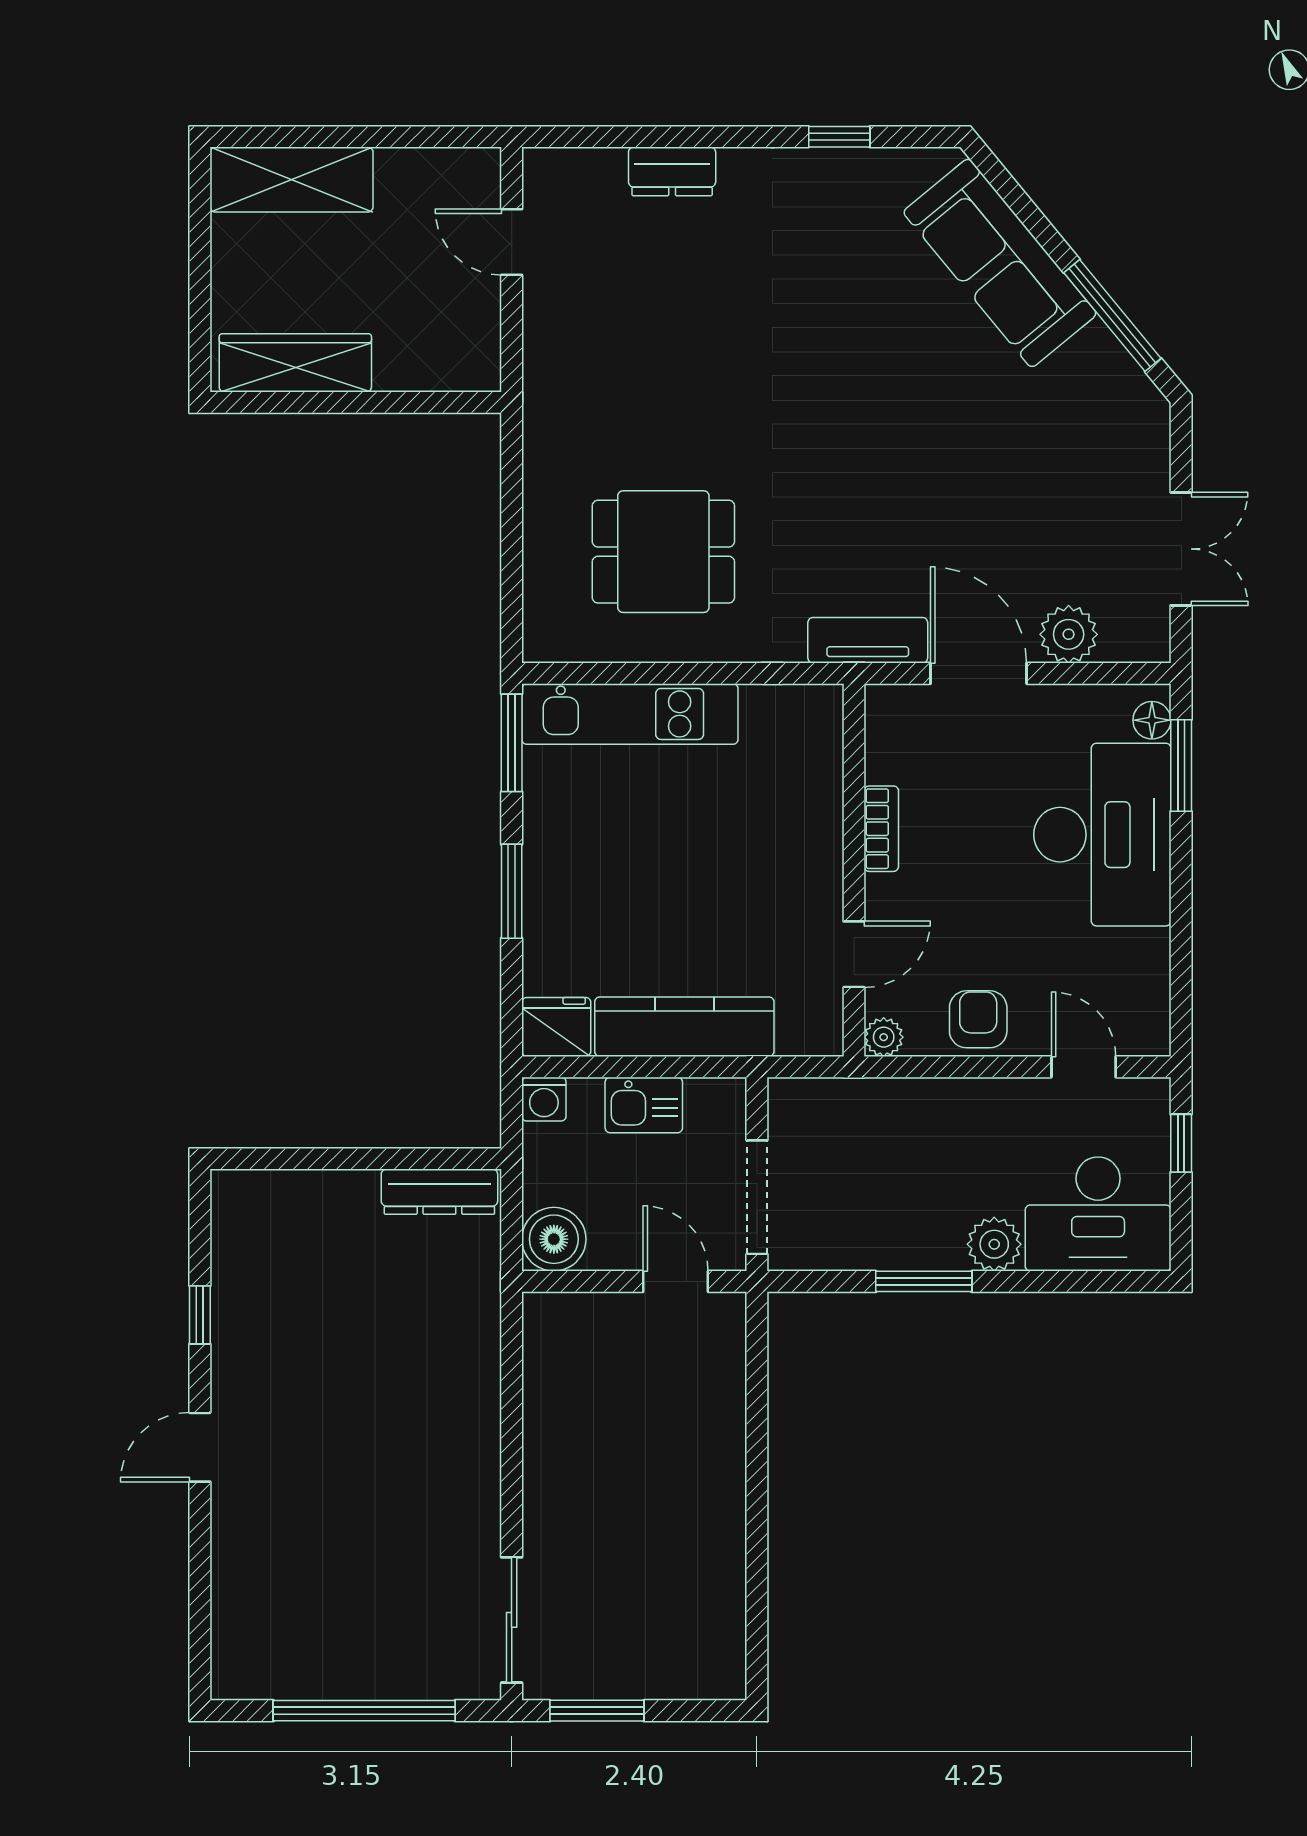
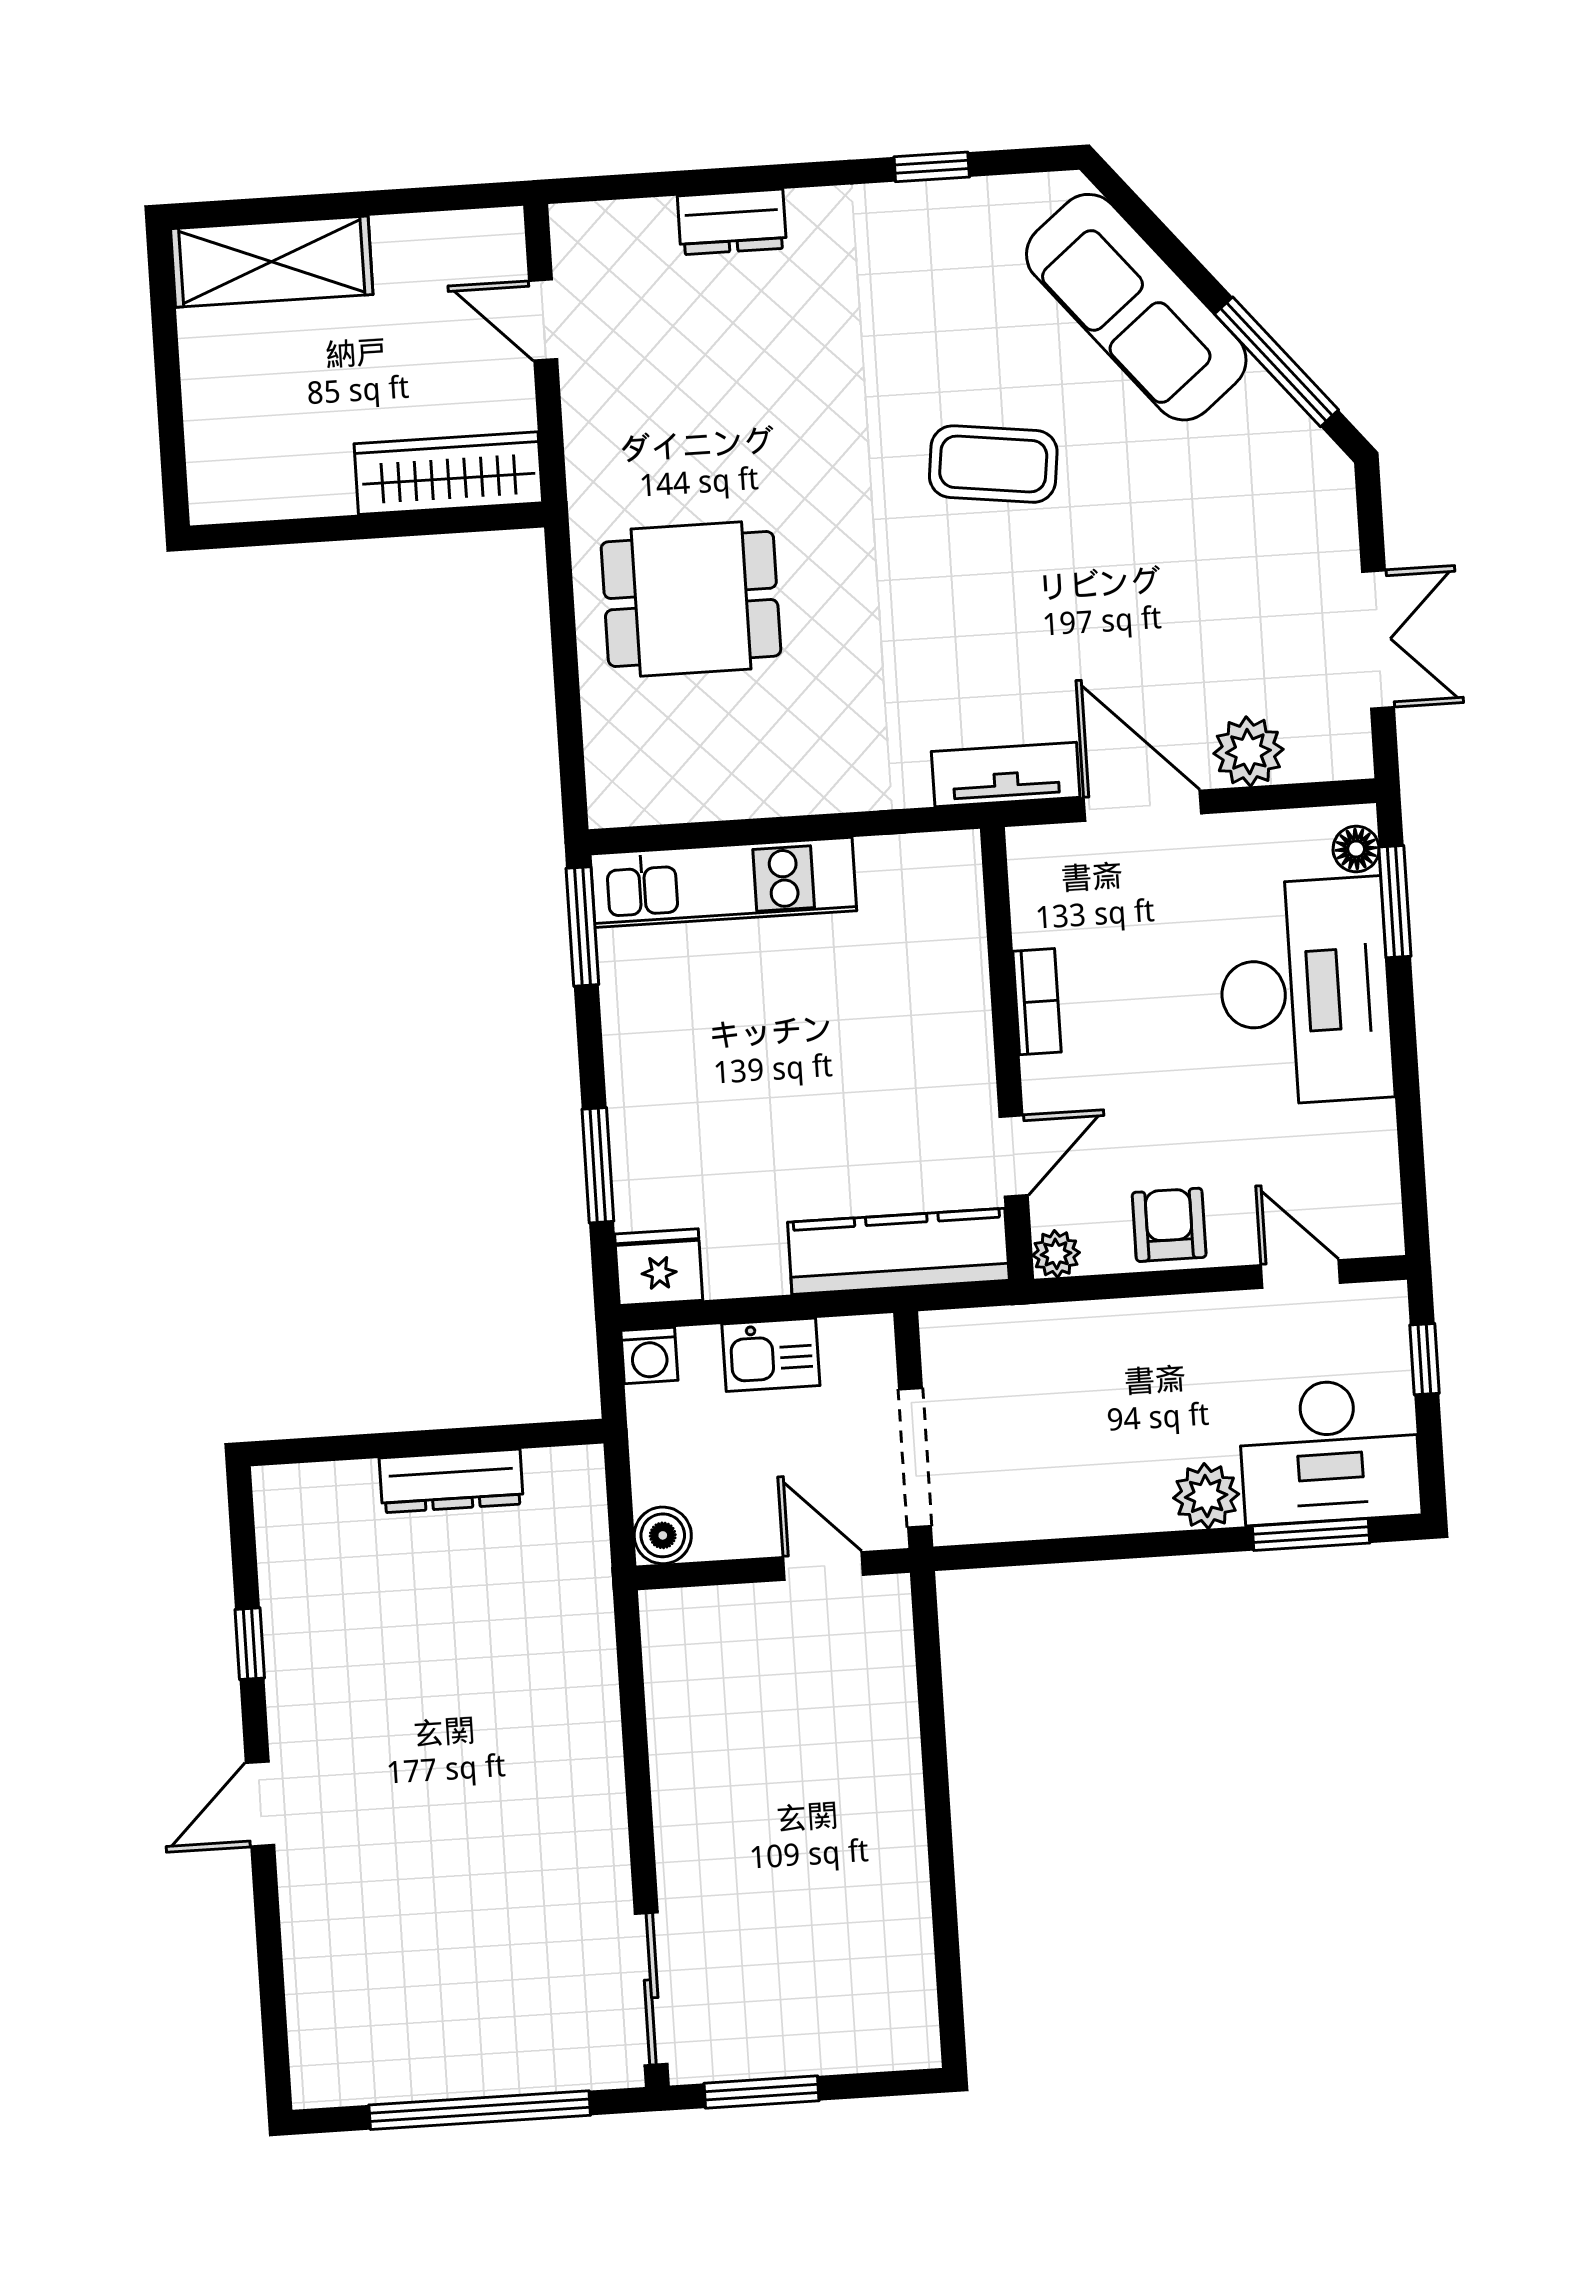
wardrobe: (295, 363) -> (448, 473), moved
coffee table: (874, 384) -> (993, 464), added
dining table: (663, 552) -> (691, 599), moved
window: (512, 891) -> (598, 1165), moved
kitchen counter: (684, 1027) -> (898, 1251), moved
dresser: (439, 1192) -> (451, 1481), moved
boiler: (554, 1239) -> (663, 1535), width x0.73, depth x0.73
window: (924, 1281) -> (1311, 1534), moved

